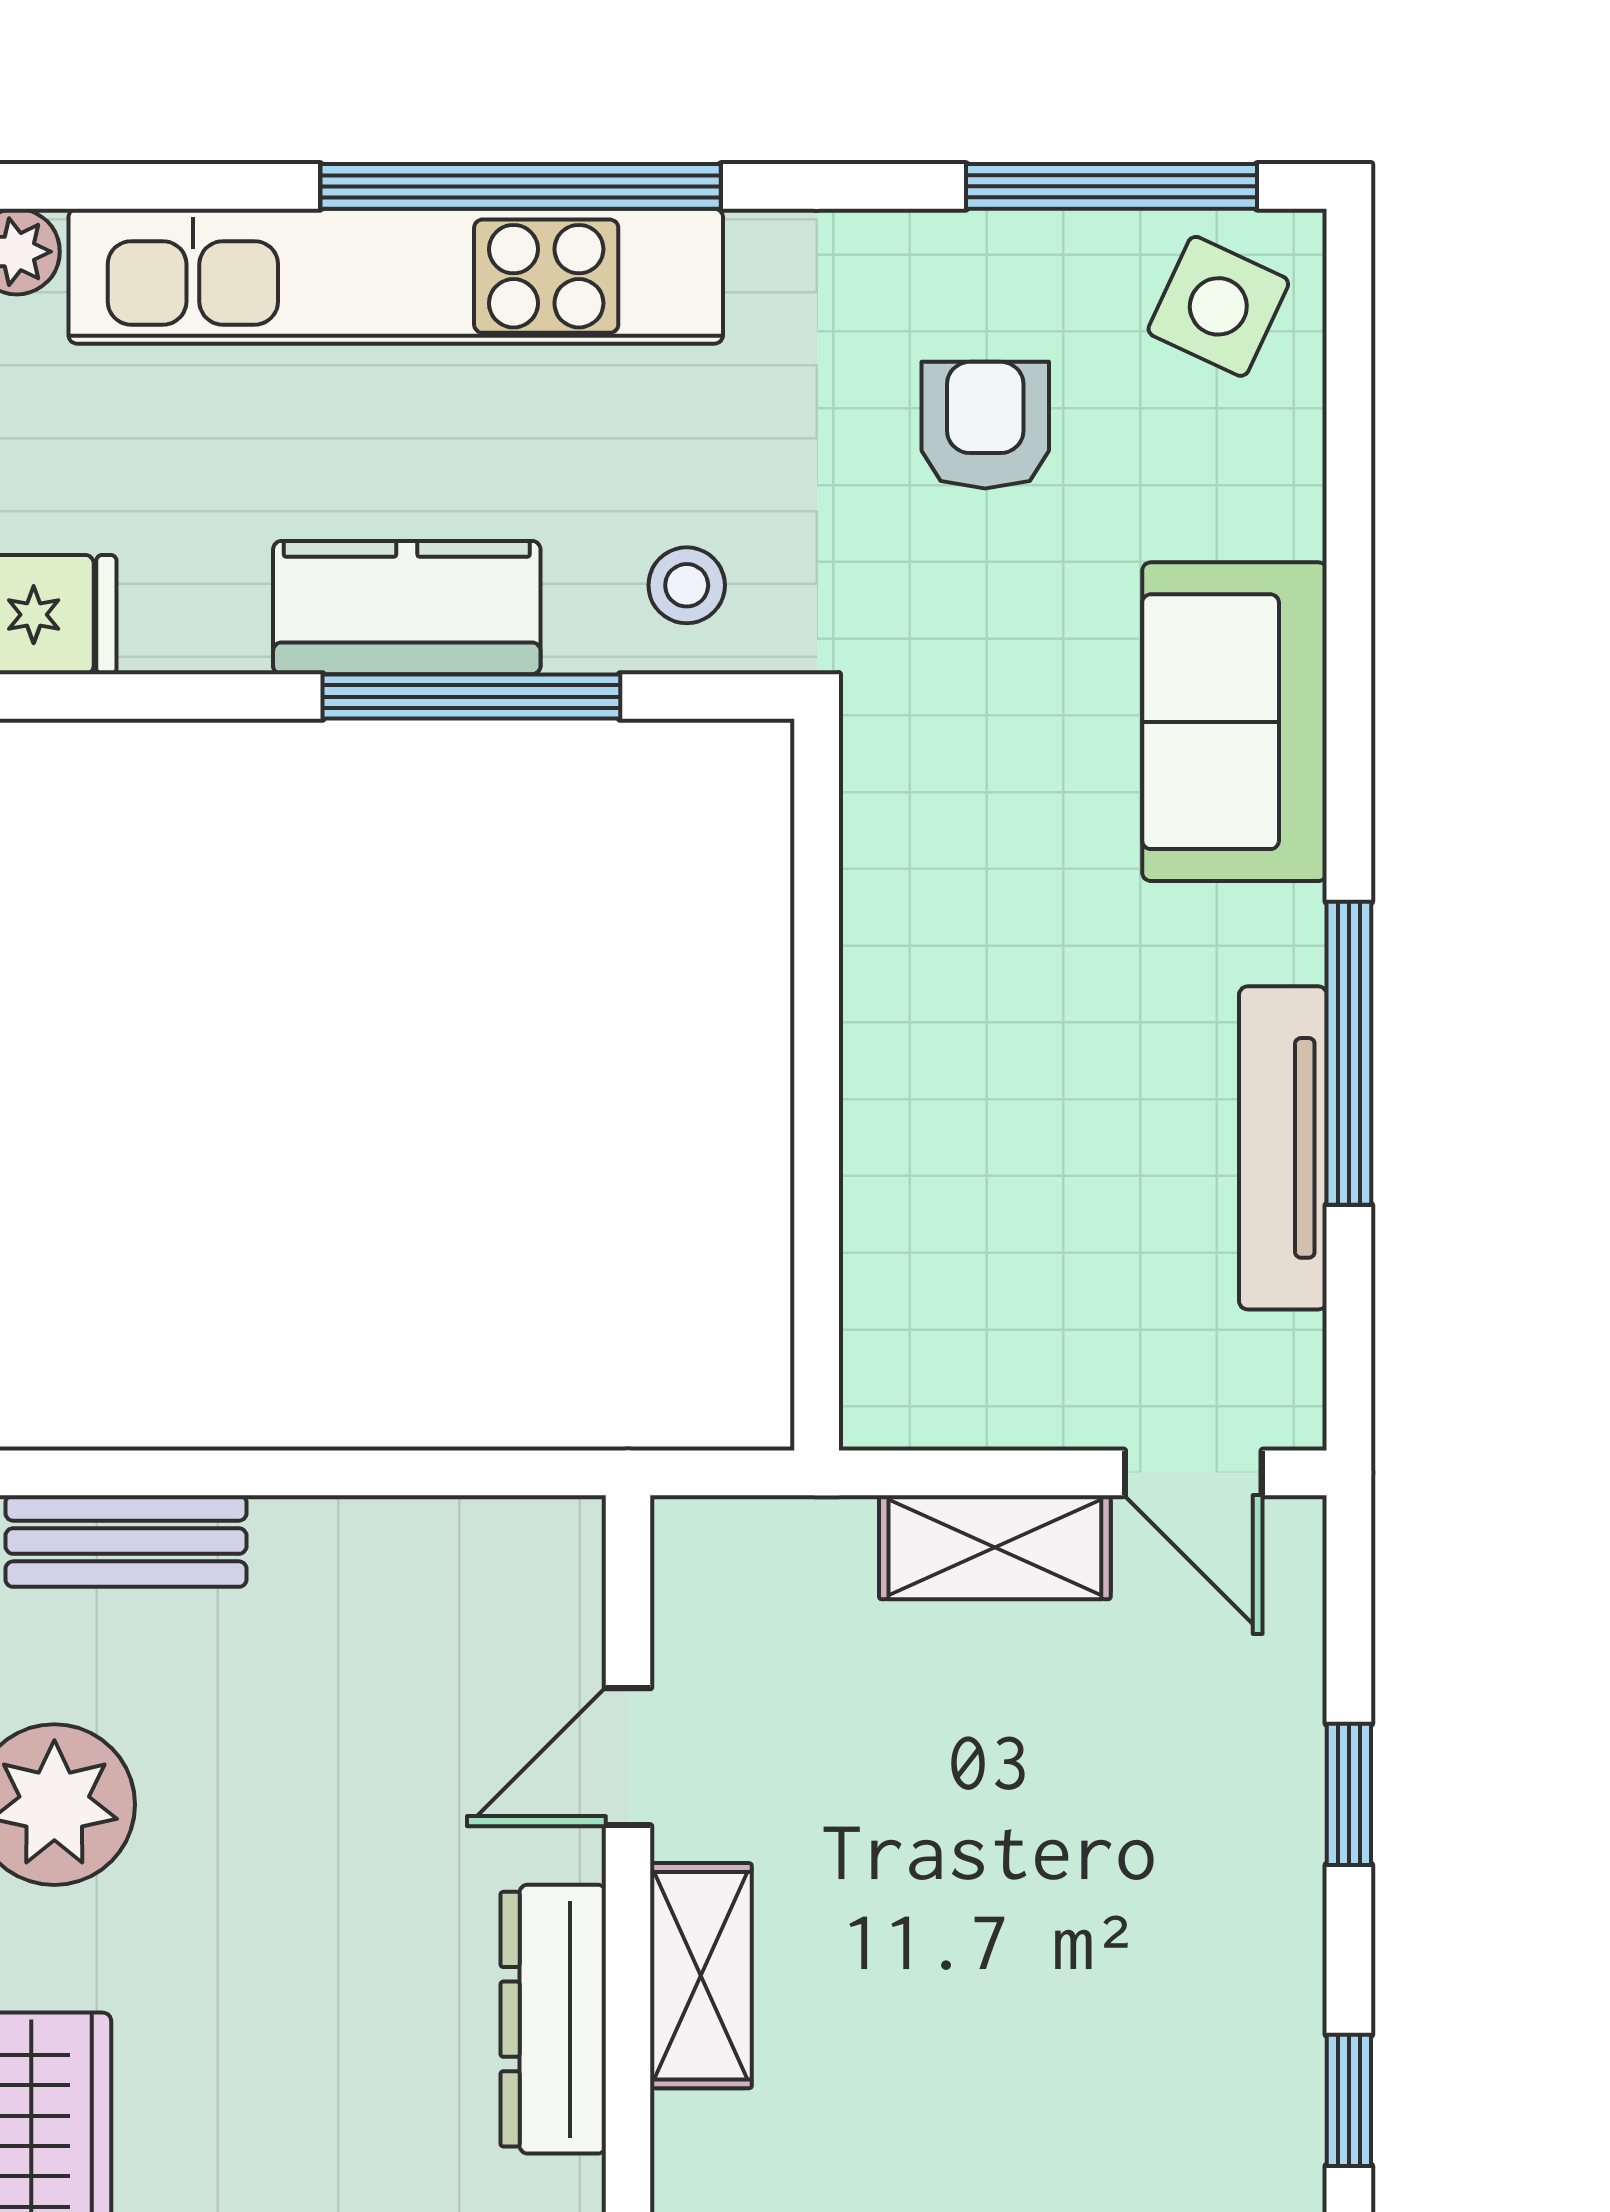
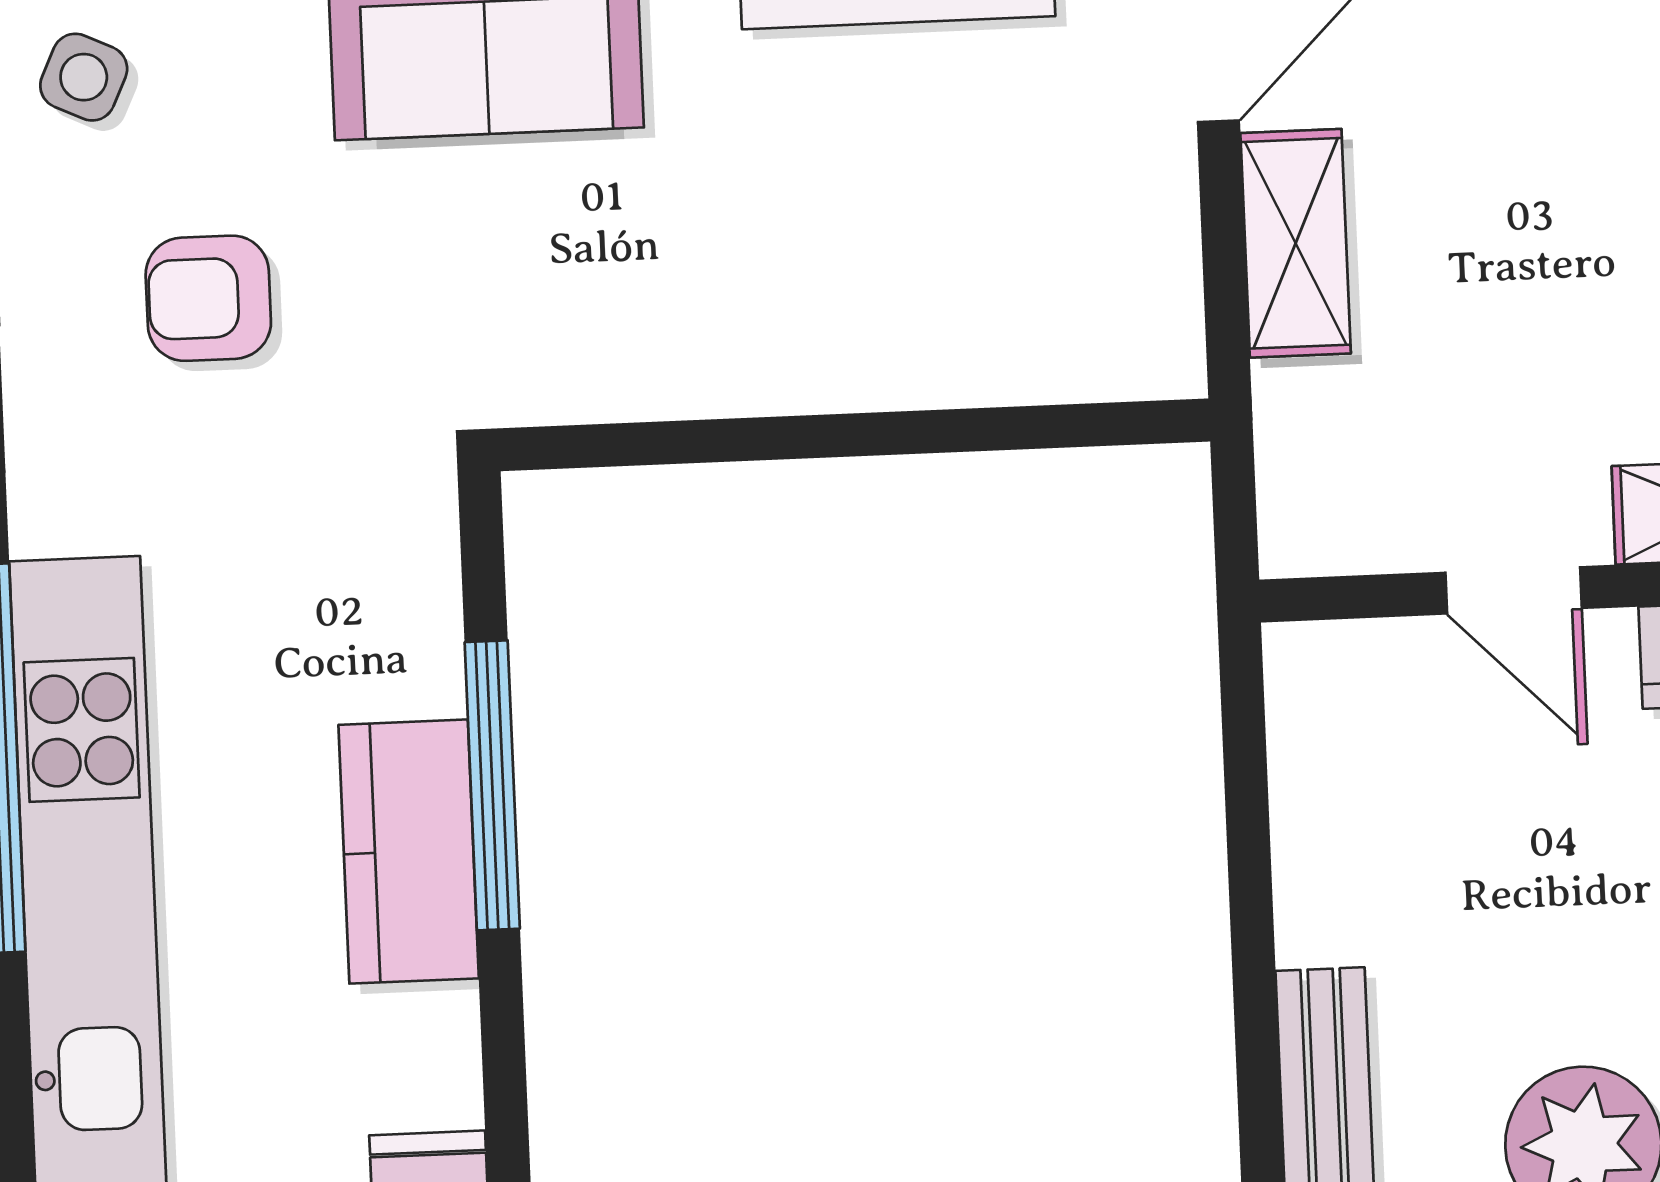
side table: (1218, 306) -> (84, 77), width x0.73, depth x0.73
stool: (687, 585) -> (376, 581), removed

